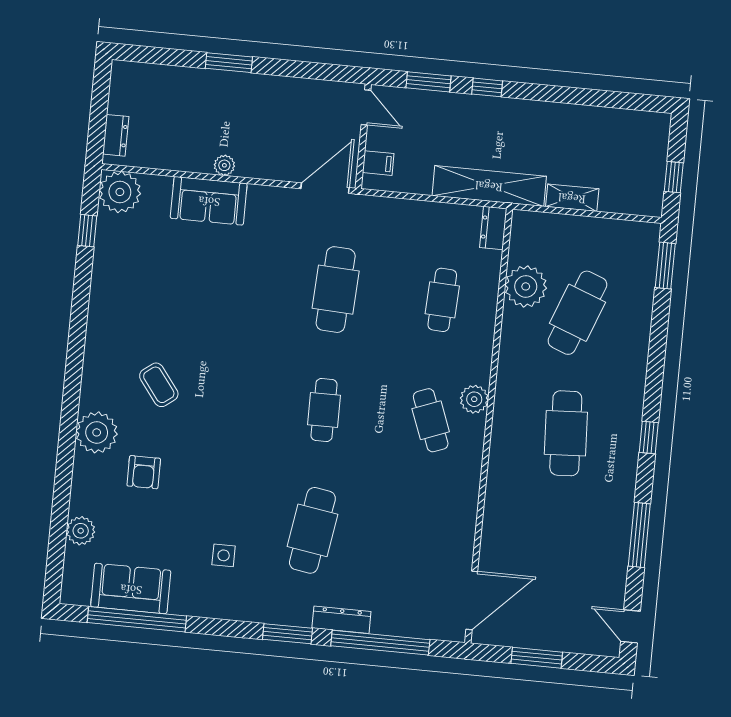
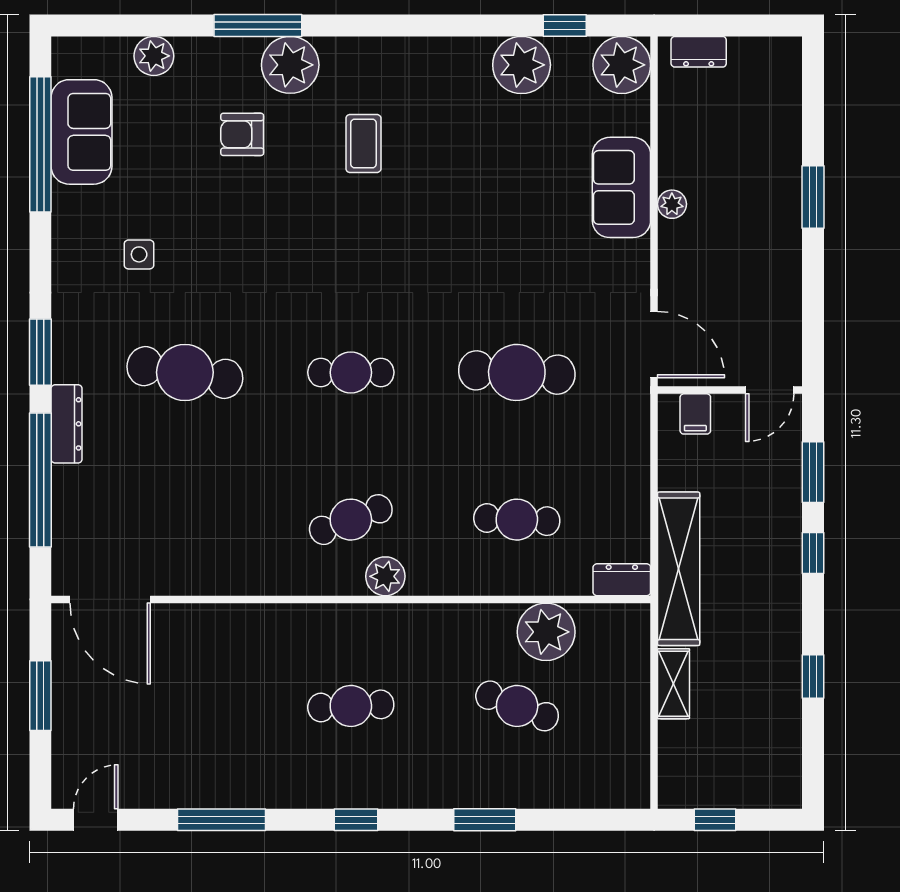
window: (577, 96) -> (813, 677), added
plant: (113, 265) -> (522, 65), added
window: (665, 266) -> (485, 820), moved
cafe table: (577, 313) -> (517, 706), width x0.73, depth x0.74
coffee table: (159, 385) -> (363, 143), turned -53
cafe table: (566, 433) -> (351, 706), width x0.73, depth x0.74
window: (66, 453) -> (258, 25), added

